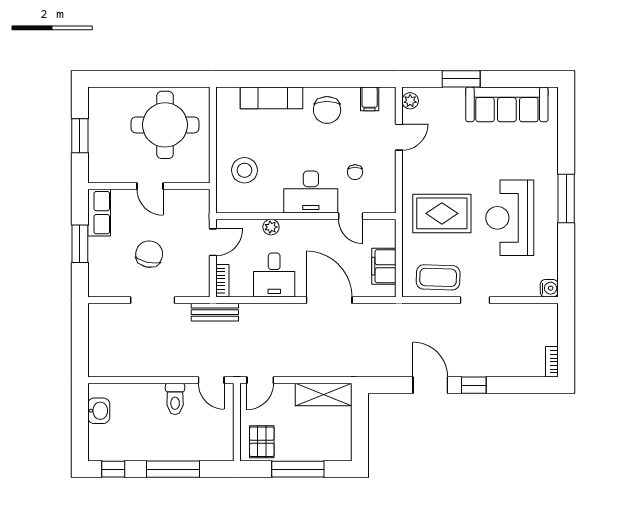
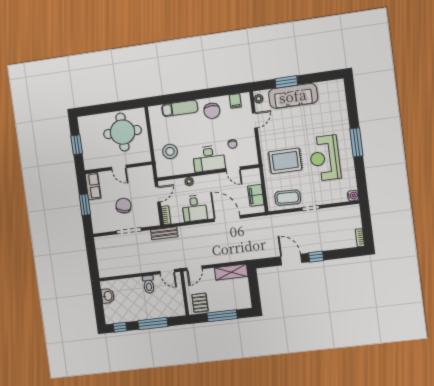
sofa: (507, 104) -> (293, 96), moved

